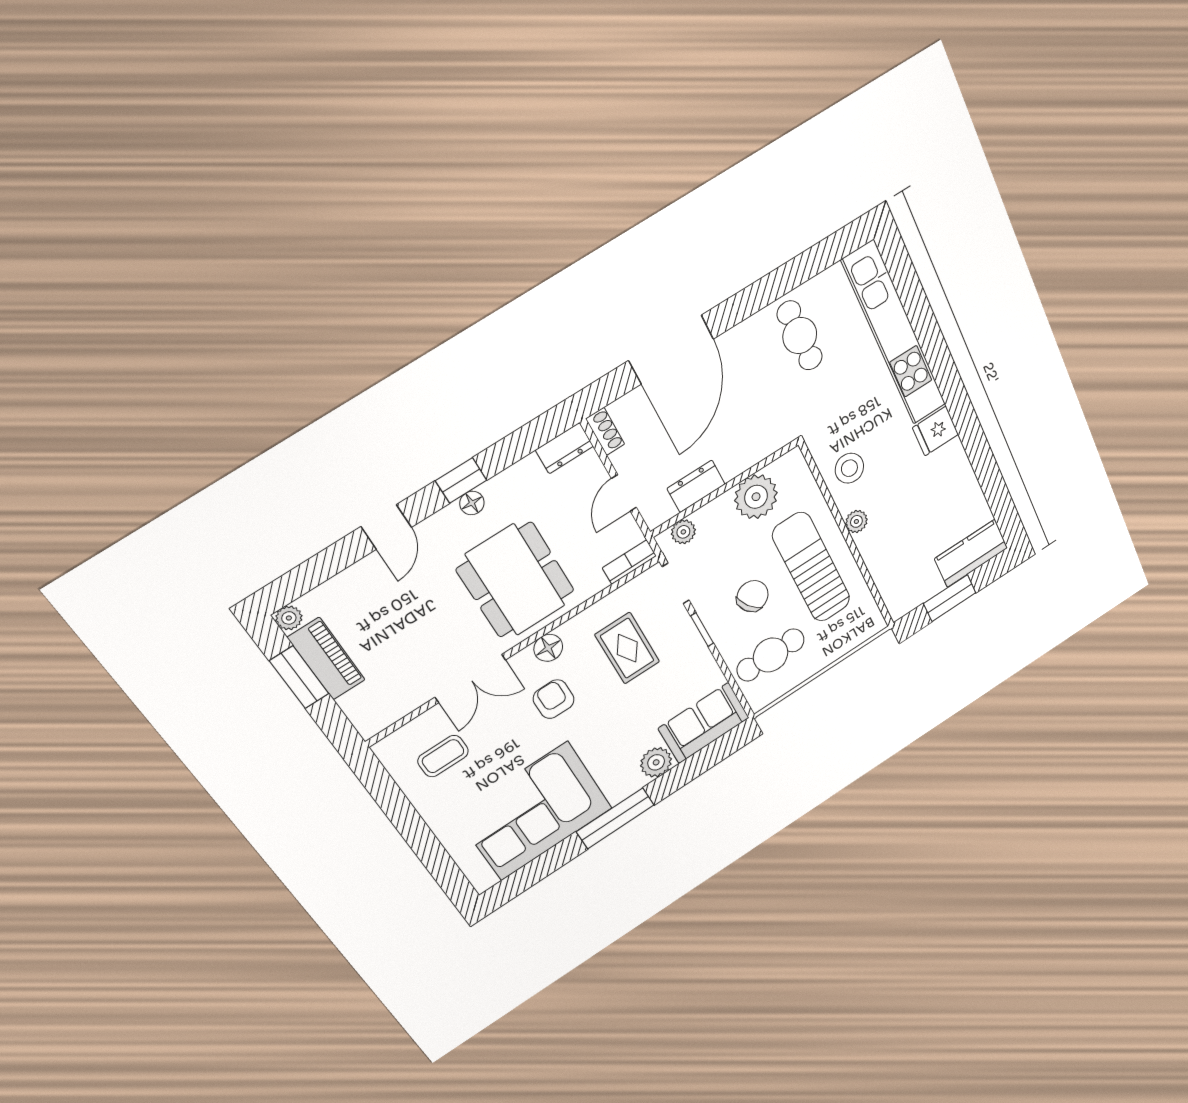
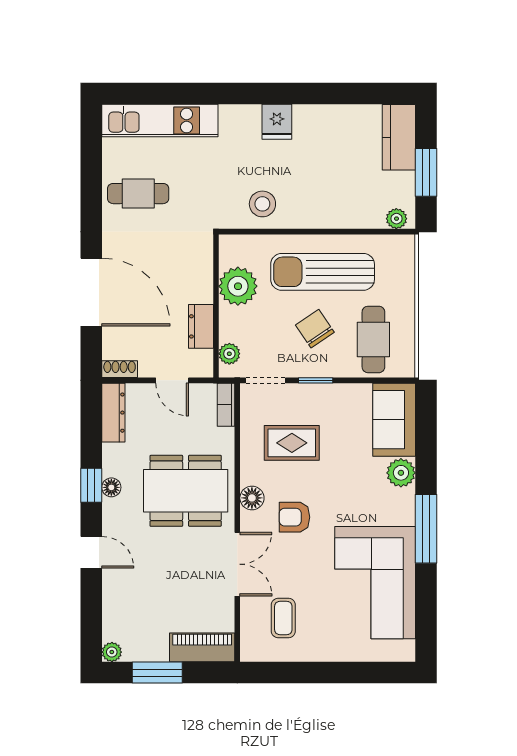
kitchen unit: (894, 334) -> (160, 120), width x0.73
dresser: (564, 448) -> (113, 413), width x1.44
plant: (856, 521) -> (396, 219), moved
piano: (326, 659) -> (202, 647), moved

